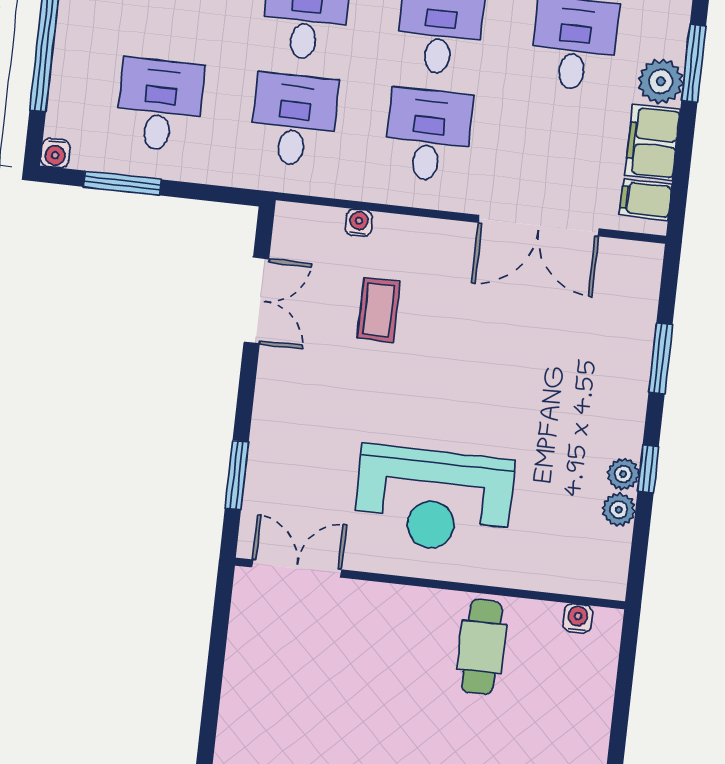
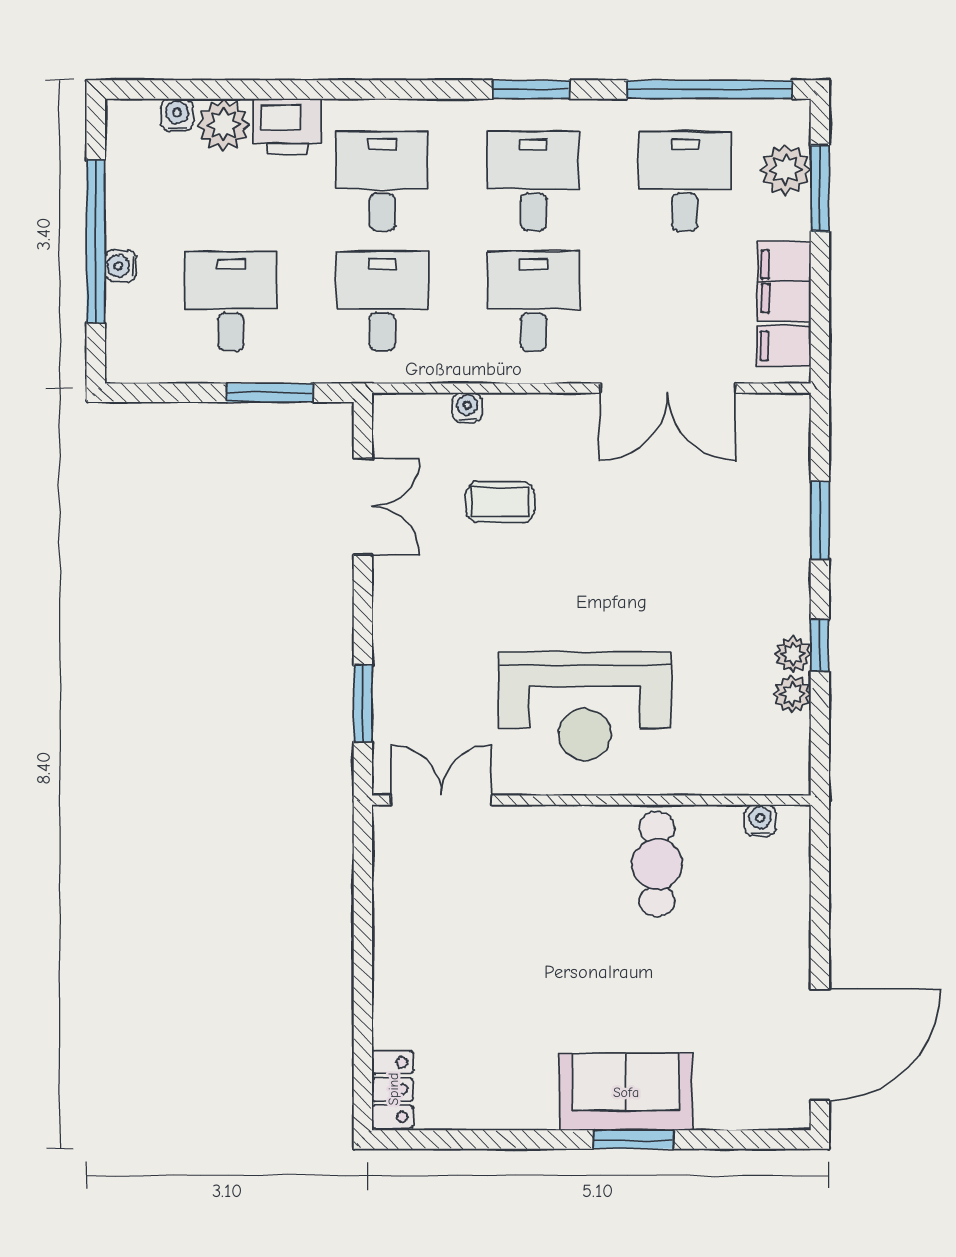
plant: (661, 81) -> (786, 169), moved
water cooler: (55, 153) -> (121, 266), moved, turned 90
window: (122, 183) -> (270, 393), moved
coffee table: (379, 310) -> (500, 502), turned 90

